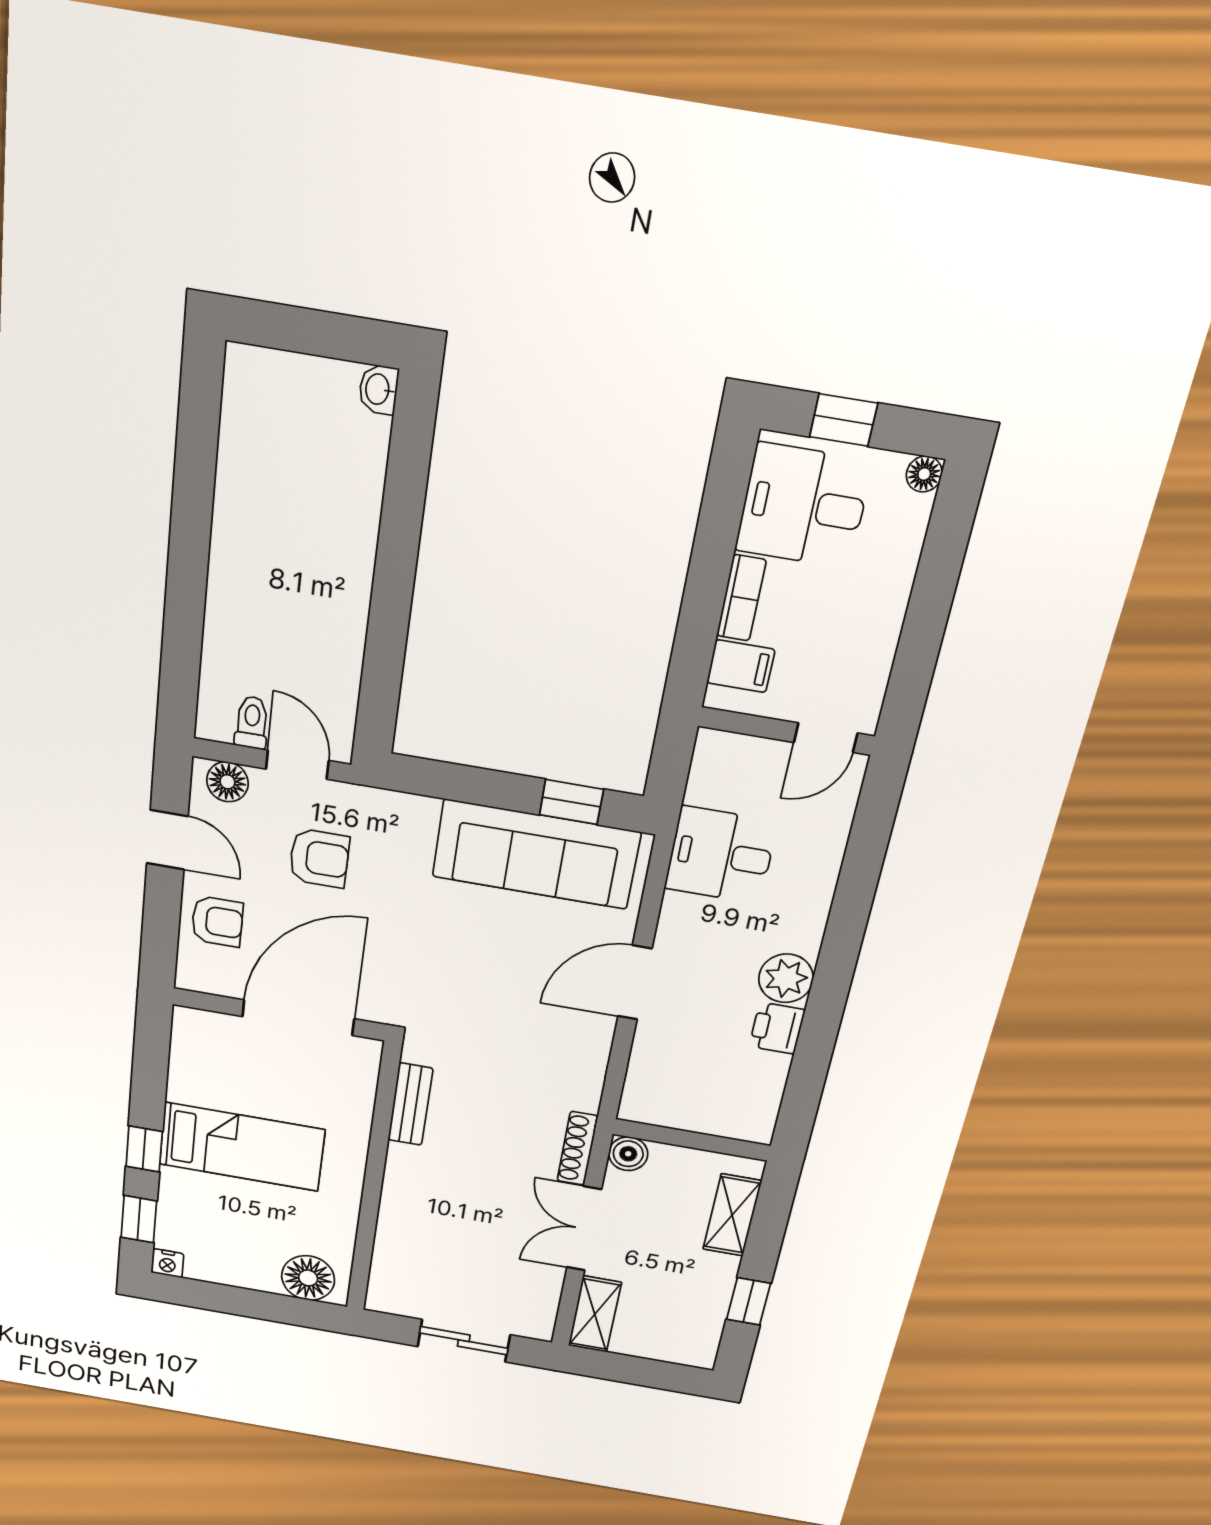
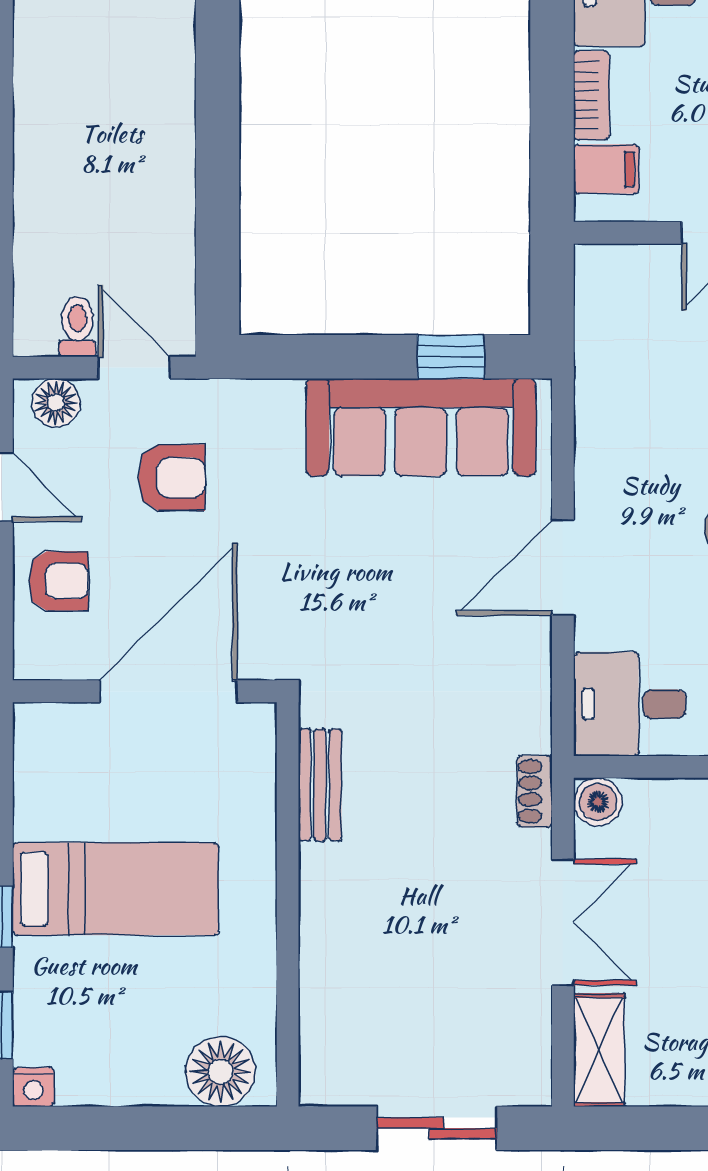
desk: (721, 855) -> (630, 704), moved
shoe rack: (577, 1148) -> (535, 791), width x0.70
double door: (584, 1229) -> (563, 922), swing flipped

